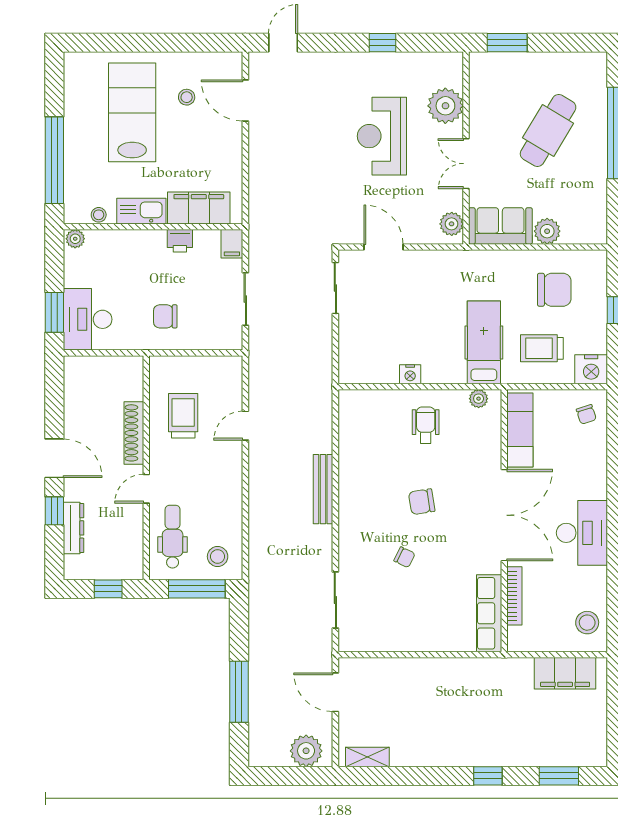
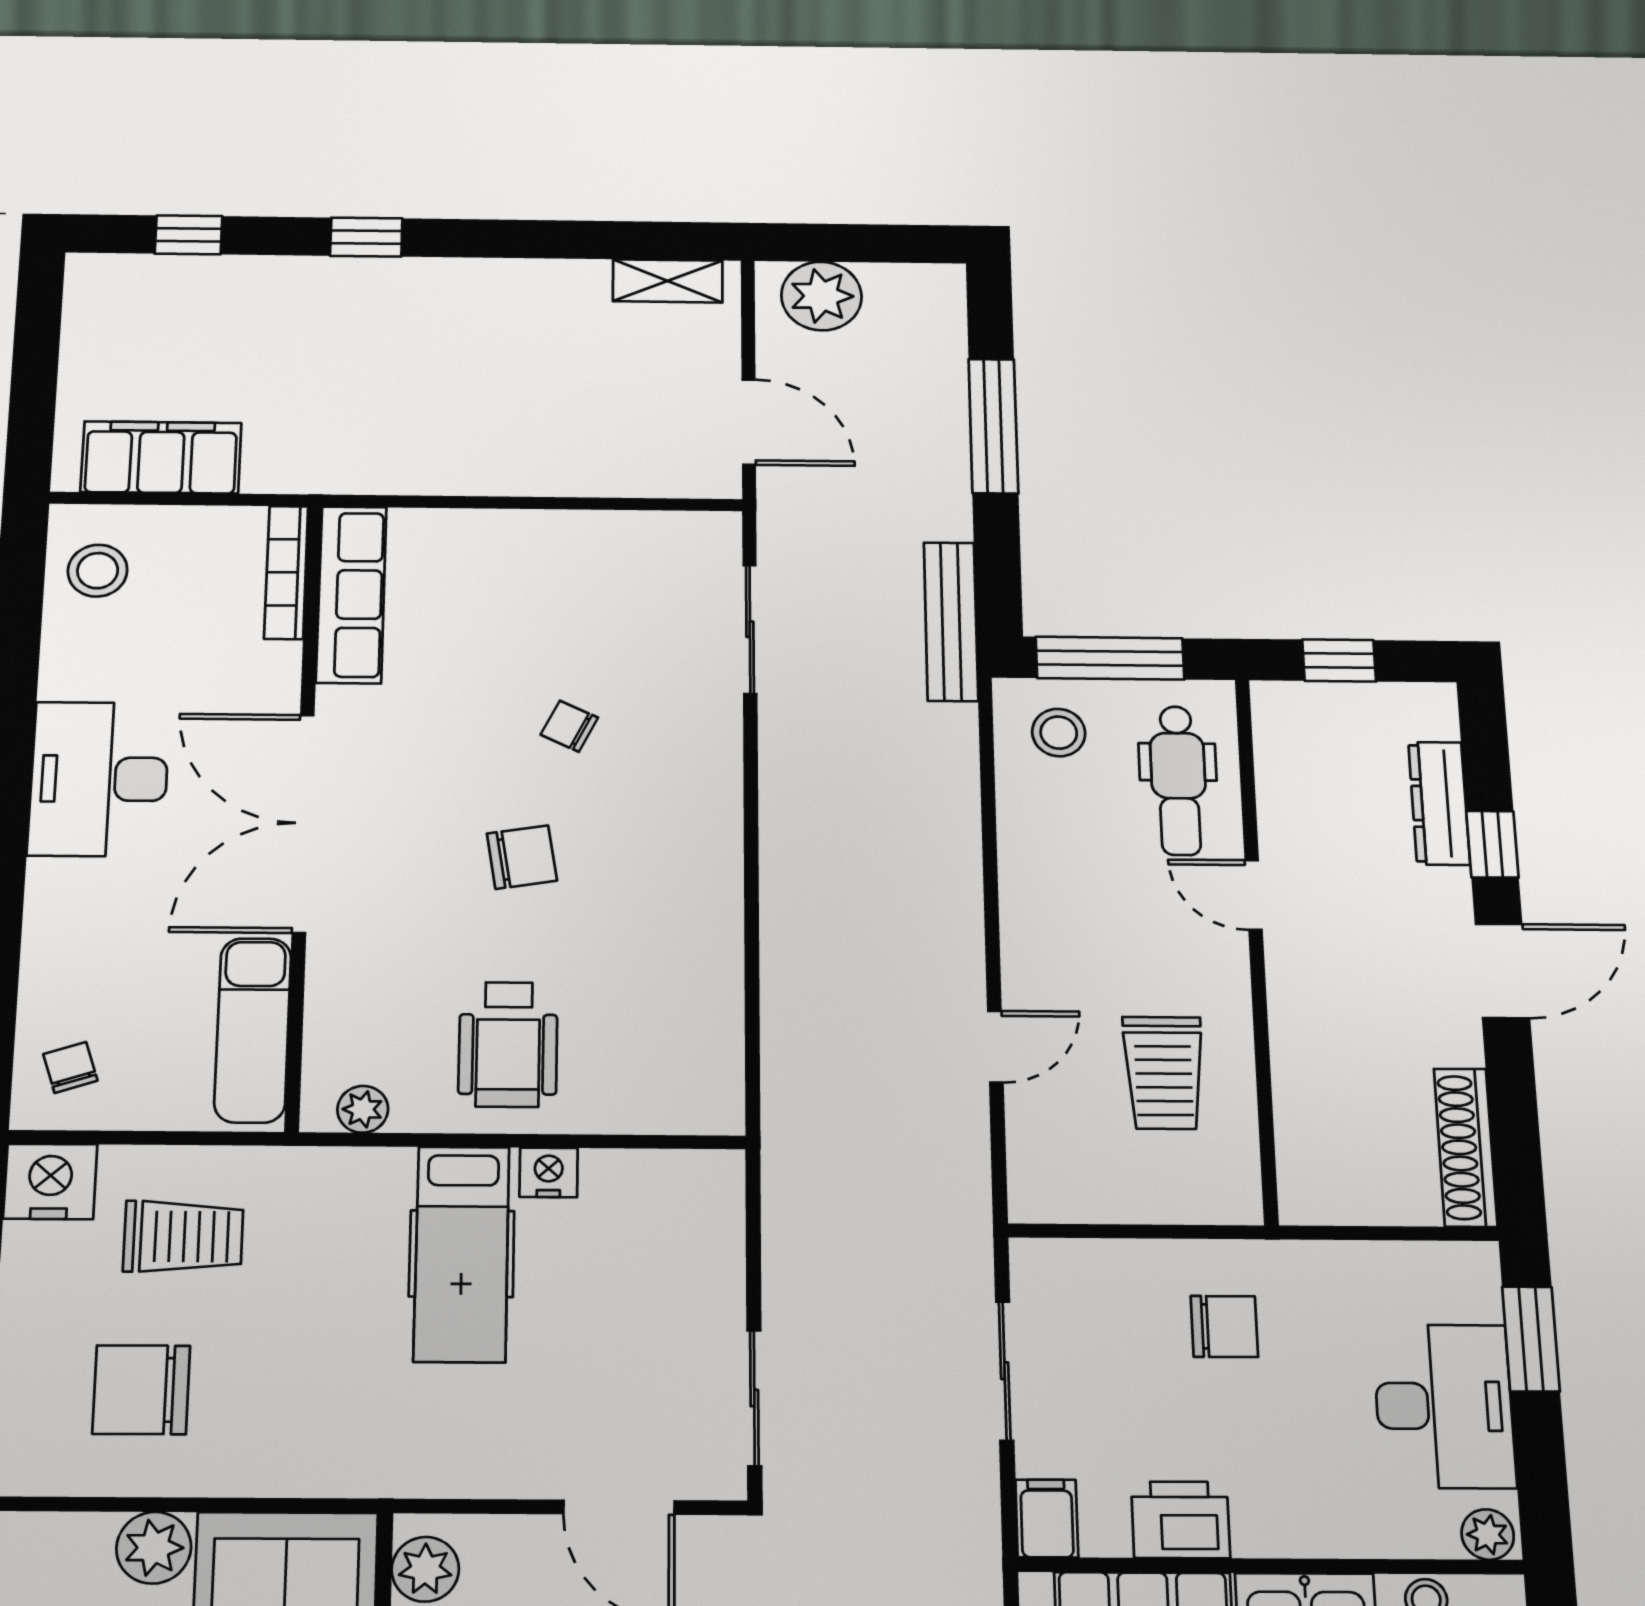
printer: (180, 241) -> (1181, 1520), width x1.36, depth x1.24
desk: (88, 319) -> (1444, 1406), moved
hospital bed: (484, 342) -> (462, 1254), moved
wheelchair: (426, 425) -> (508, 1044), width x1.36, depth x1.37
shoe rack: (134, 433) -> (1466, 1147), moved, turned 180
door: (54, 458) -> (1502, 971), swing flipped
door: (146, 489) -> (1254, 895), swing flipped
bench: (323, 489) -> (951, 621), moved
bookcase: (514, 596) -> (286, 572), moved
window: (559, 776) -> (189, 235), width x0.67

